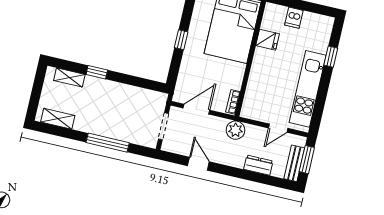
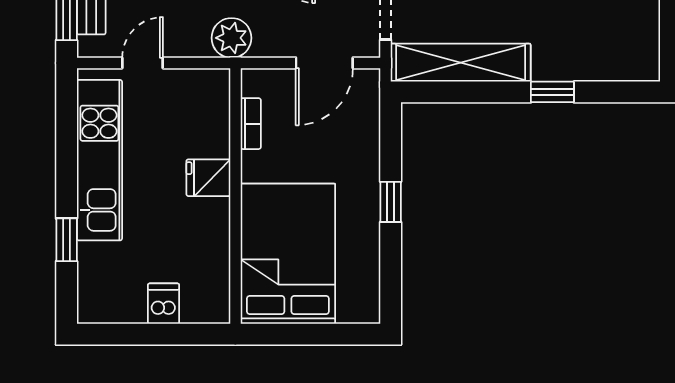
fridge: (268, 40) -> (208, 178), moved
shelving: (69, 77) -> (461, 63), moved, width x2.20, depth x1.33
bookcase: (233, 102) -> (251, 124), moved

